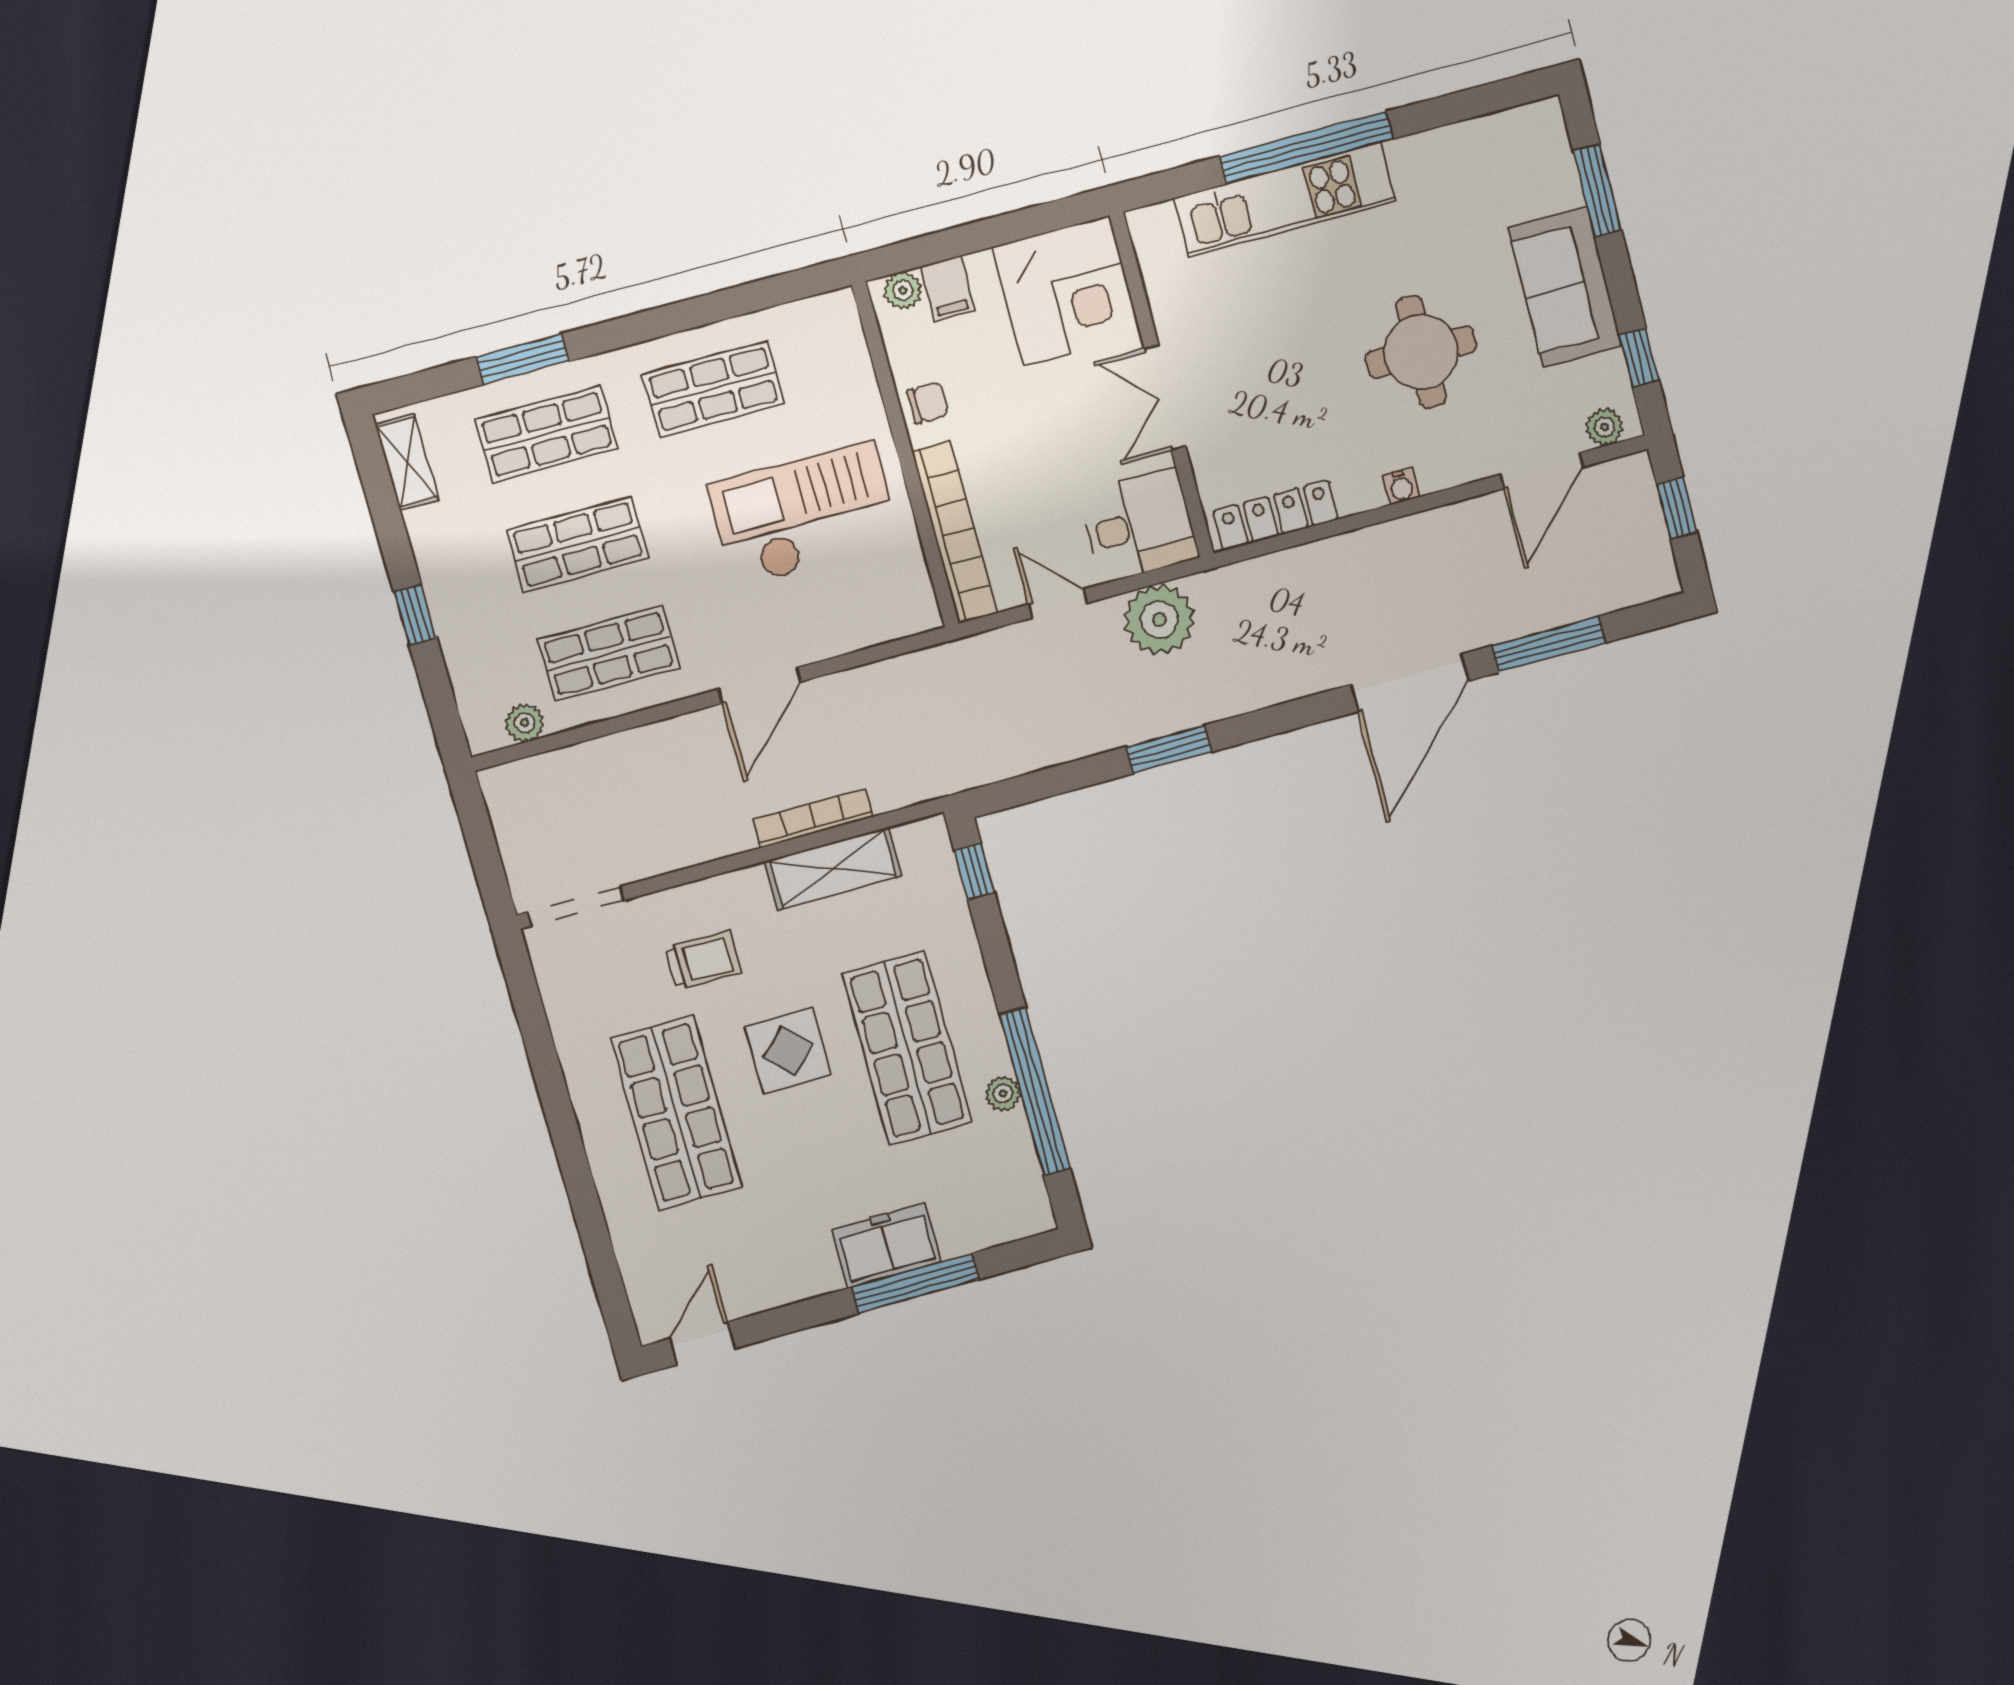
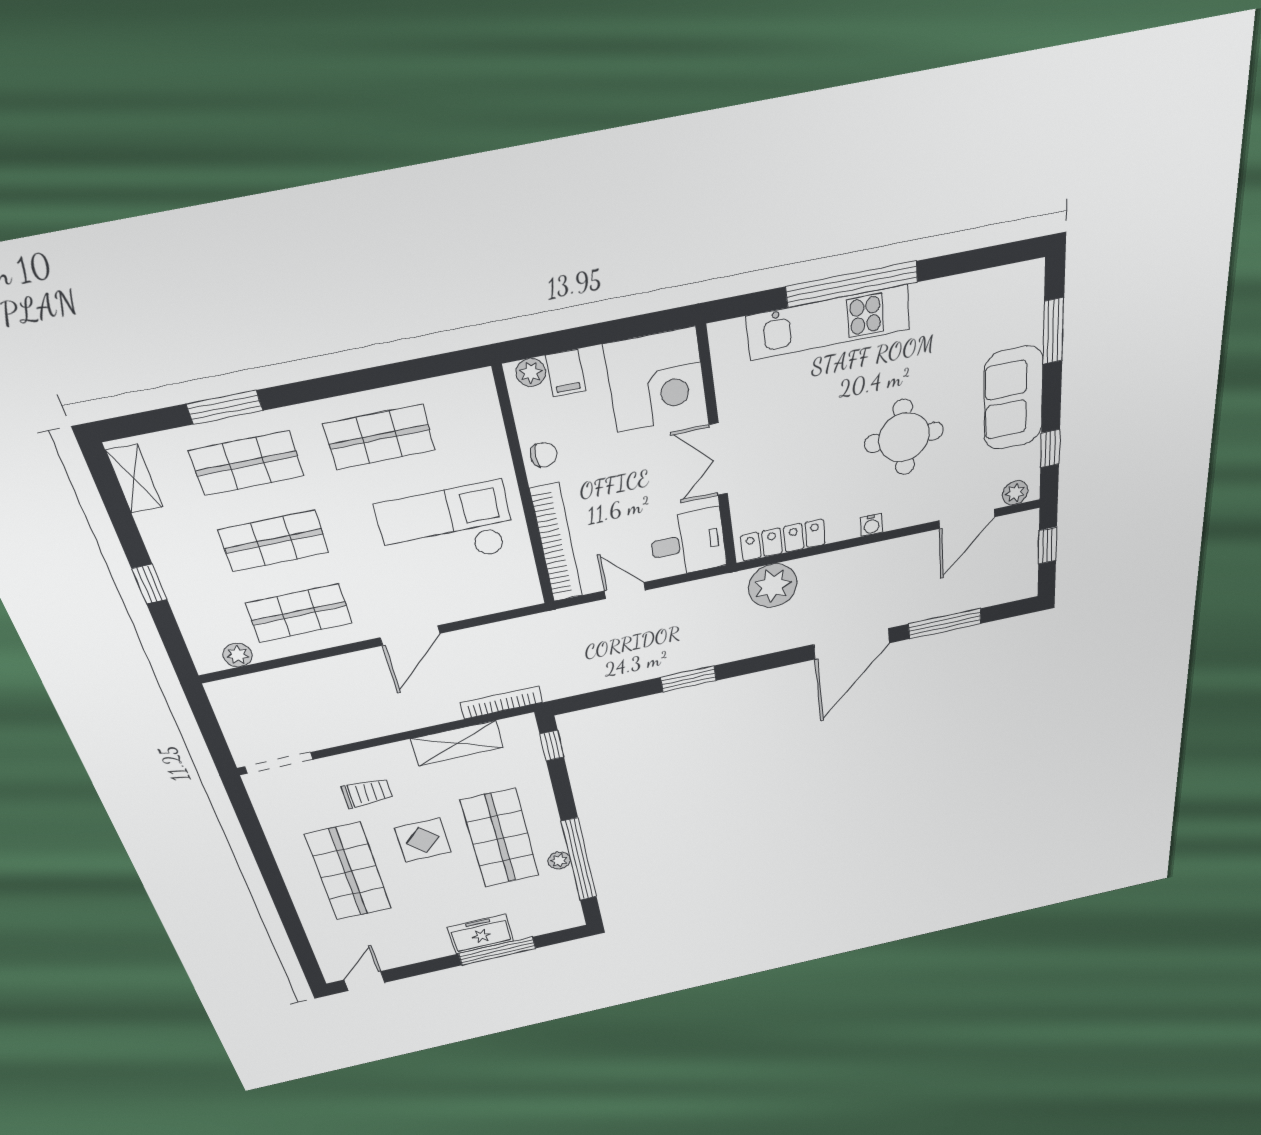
plant: (1159, 620) -> (773, 586), moved
bookcase: (813, 818) -> (502, 703), moved

